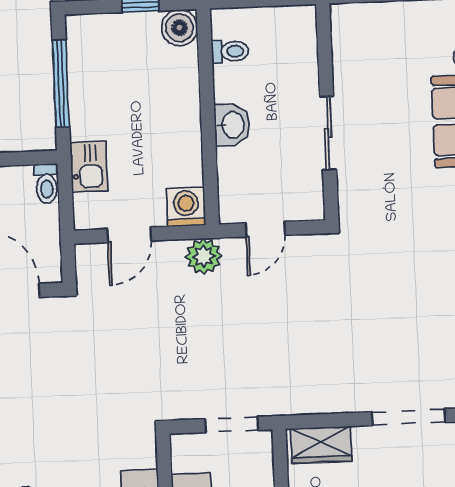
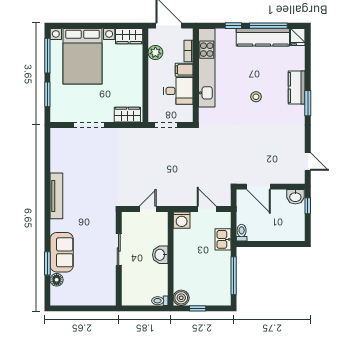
toilet: (230, 51) -> (160, 301), moved
door: (129, 235) -> (207, 209), hinge flipped
plant: (204, 256) -> (175, 198), removed

